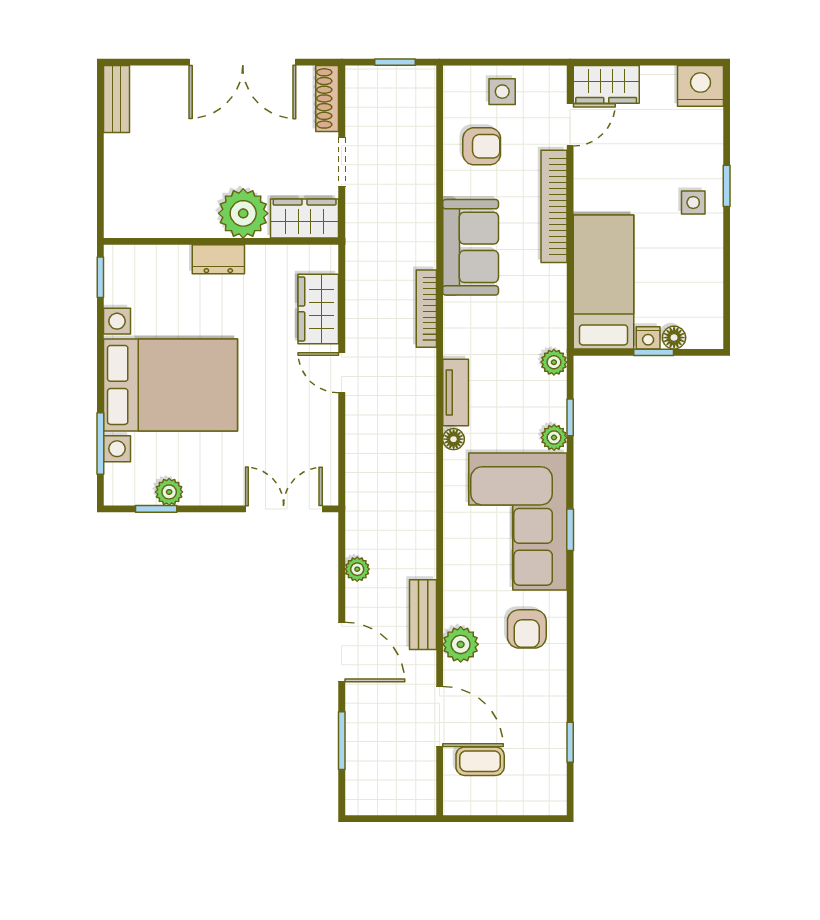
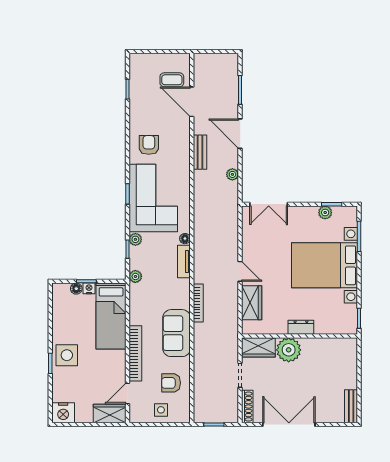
side table: (693, 202) -> (67, 355), width x1.87, depth x1.87
plant: (461, 644) -> (181, 137), removed

